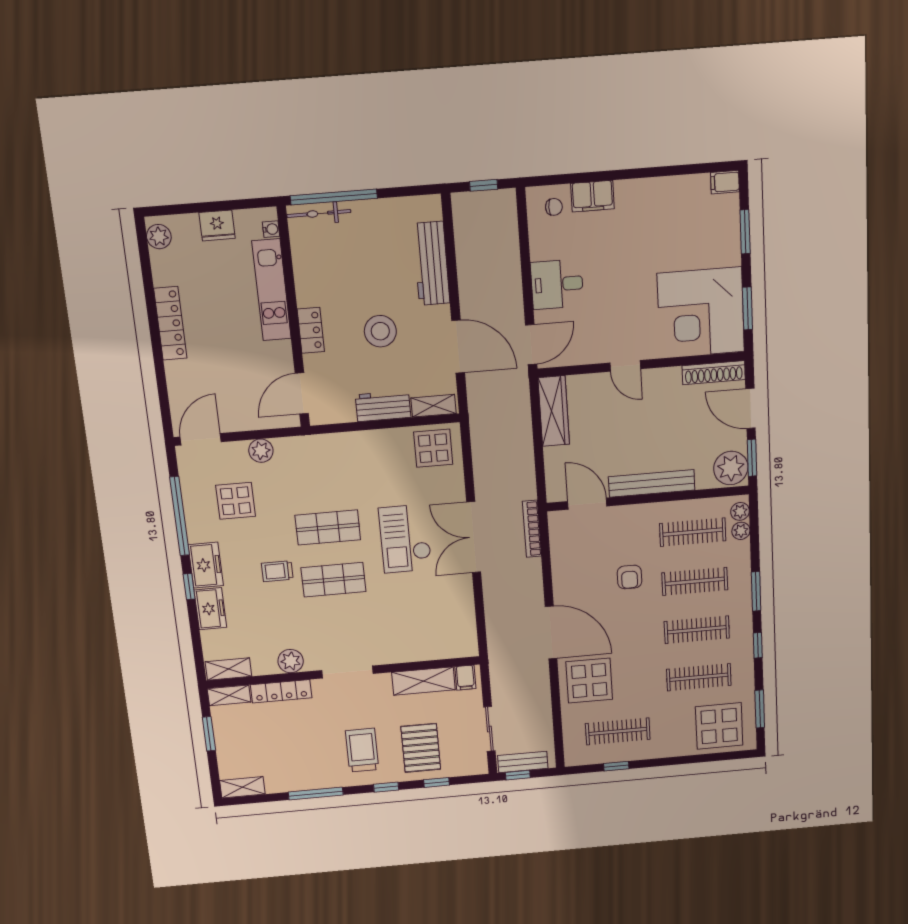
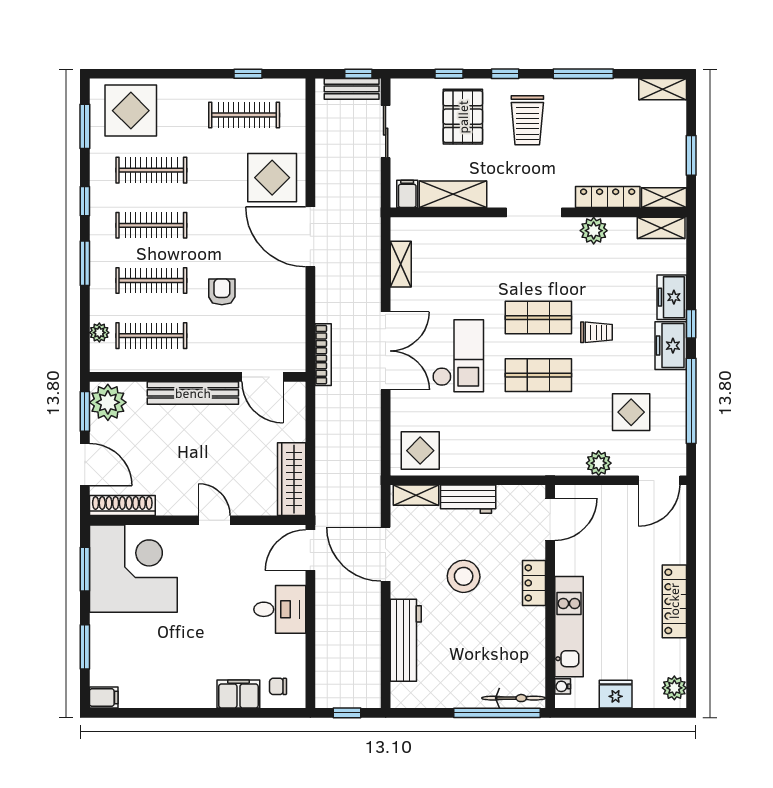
plant: (740, 511) -> (100, 354), removed
shelving: (466, 616) -> (401, 264), added

